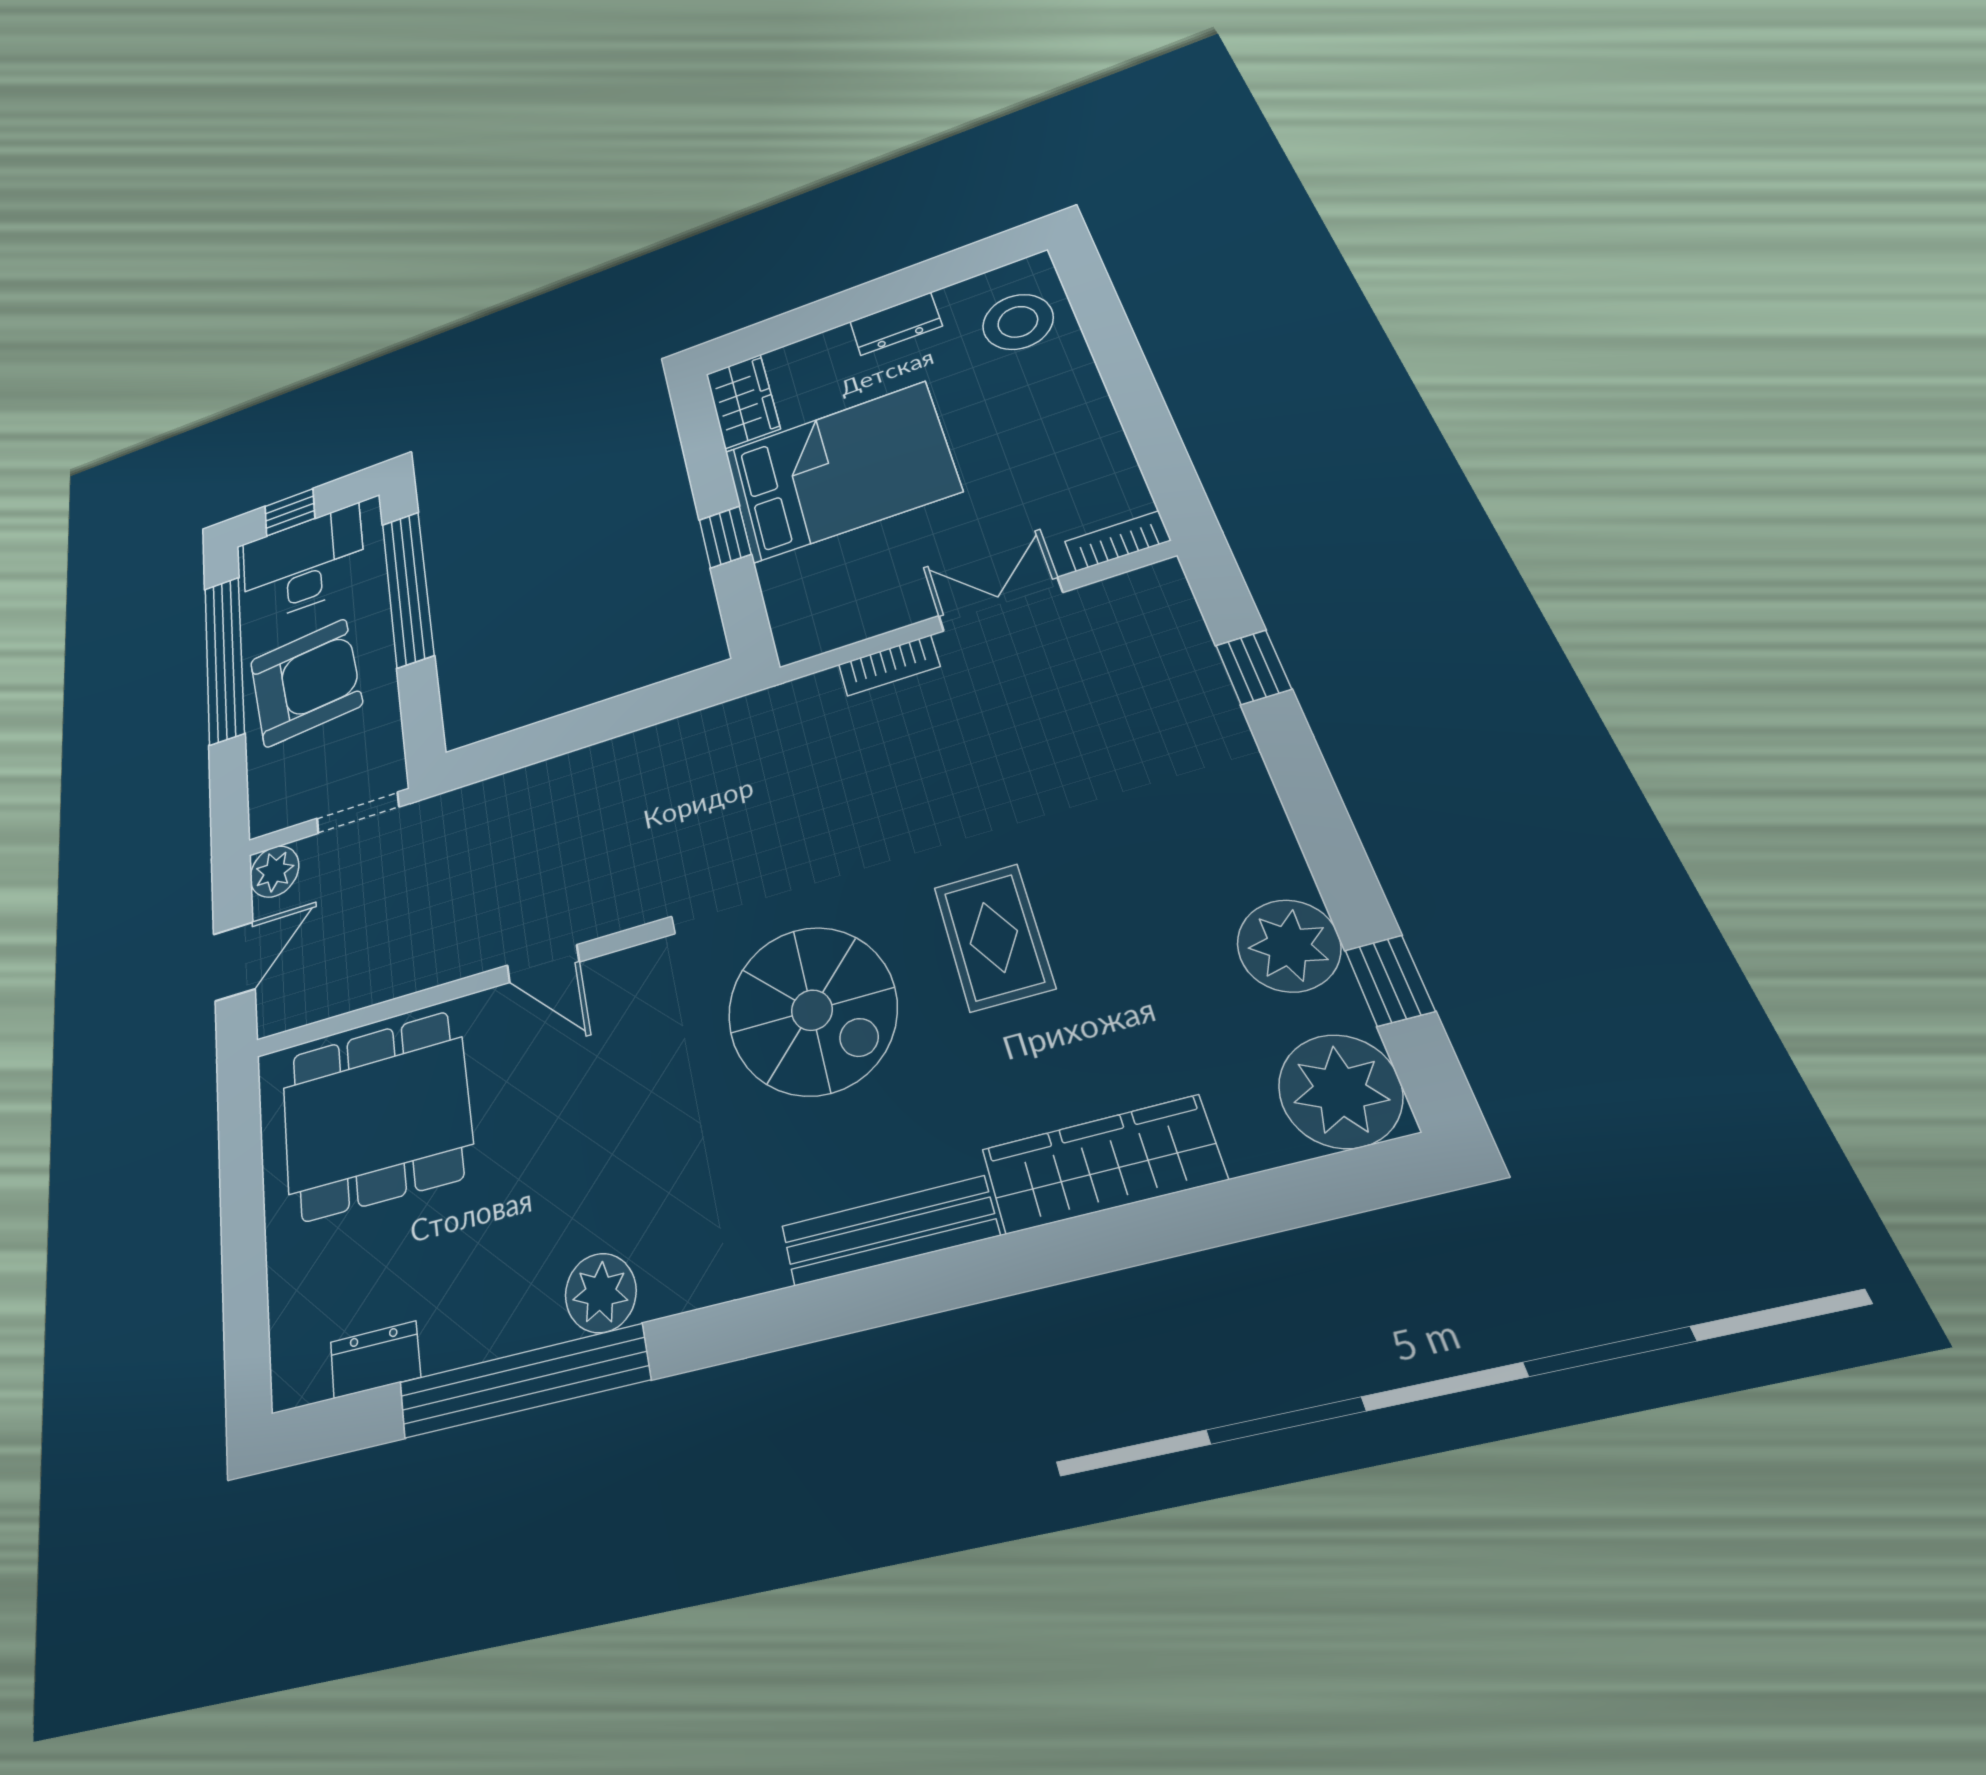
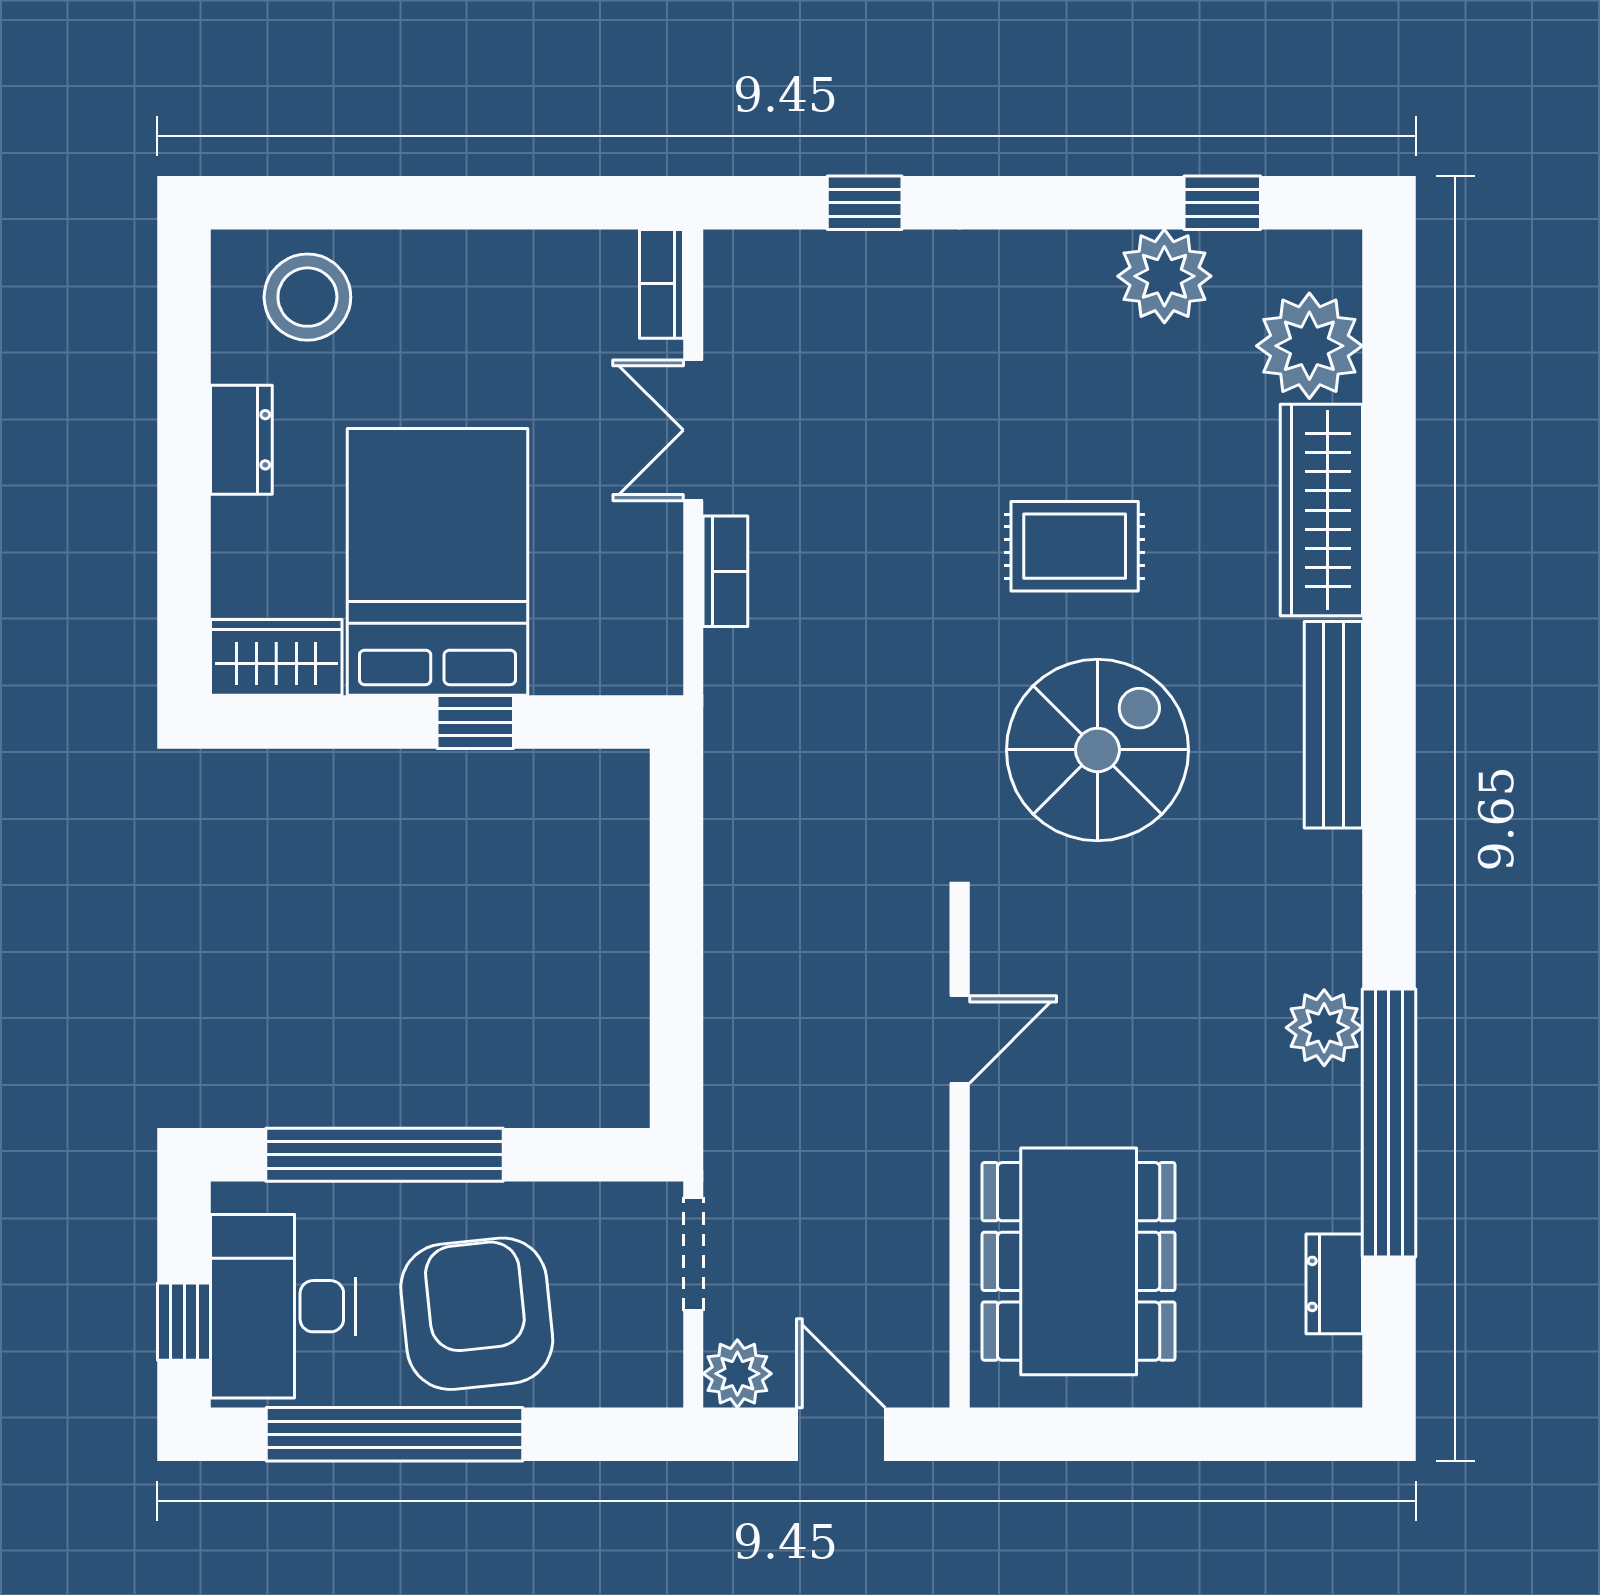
plant: (1340, 1091) -> (1309, 346), moved

